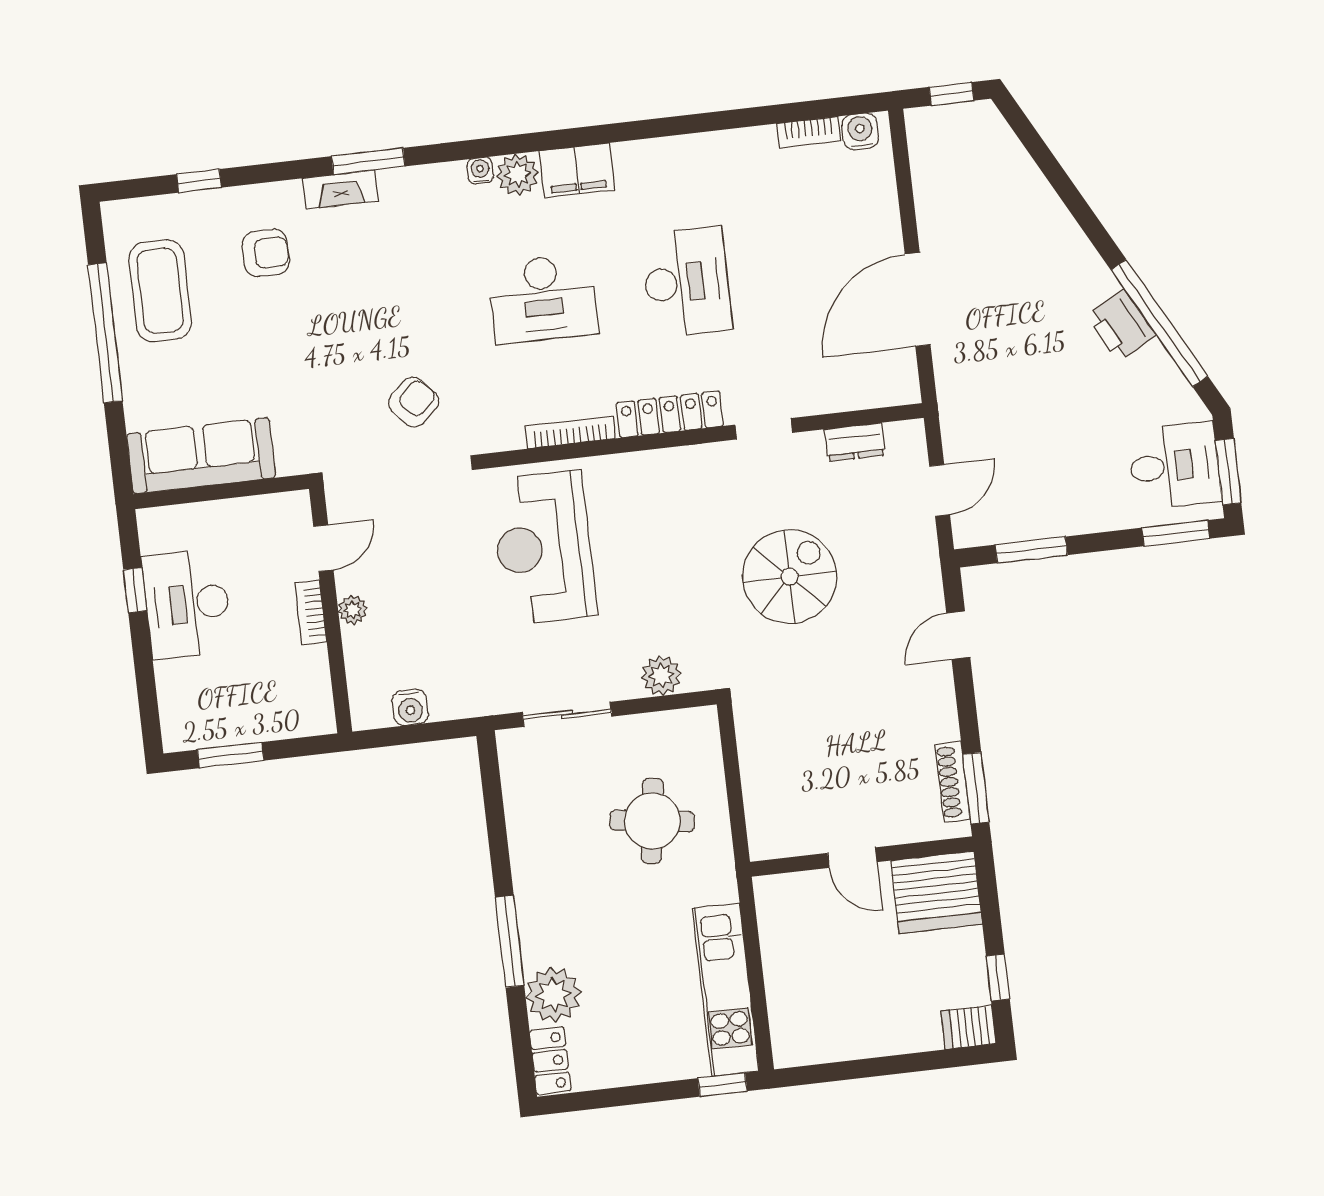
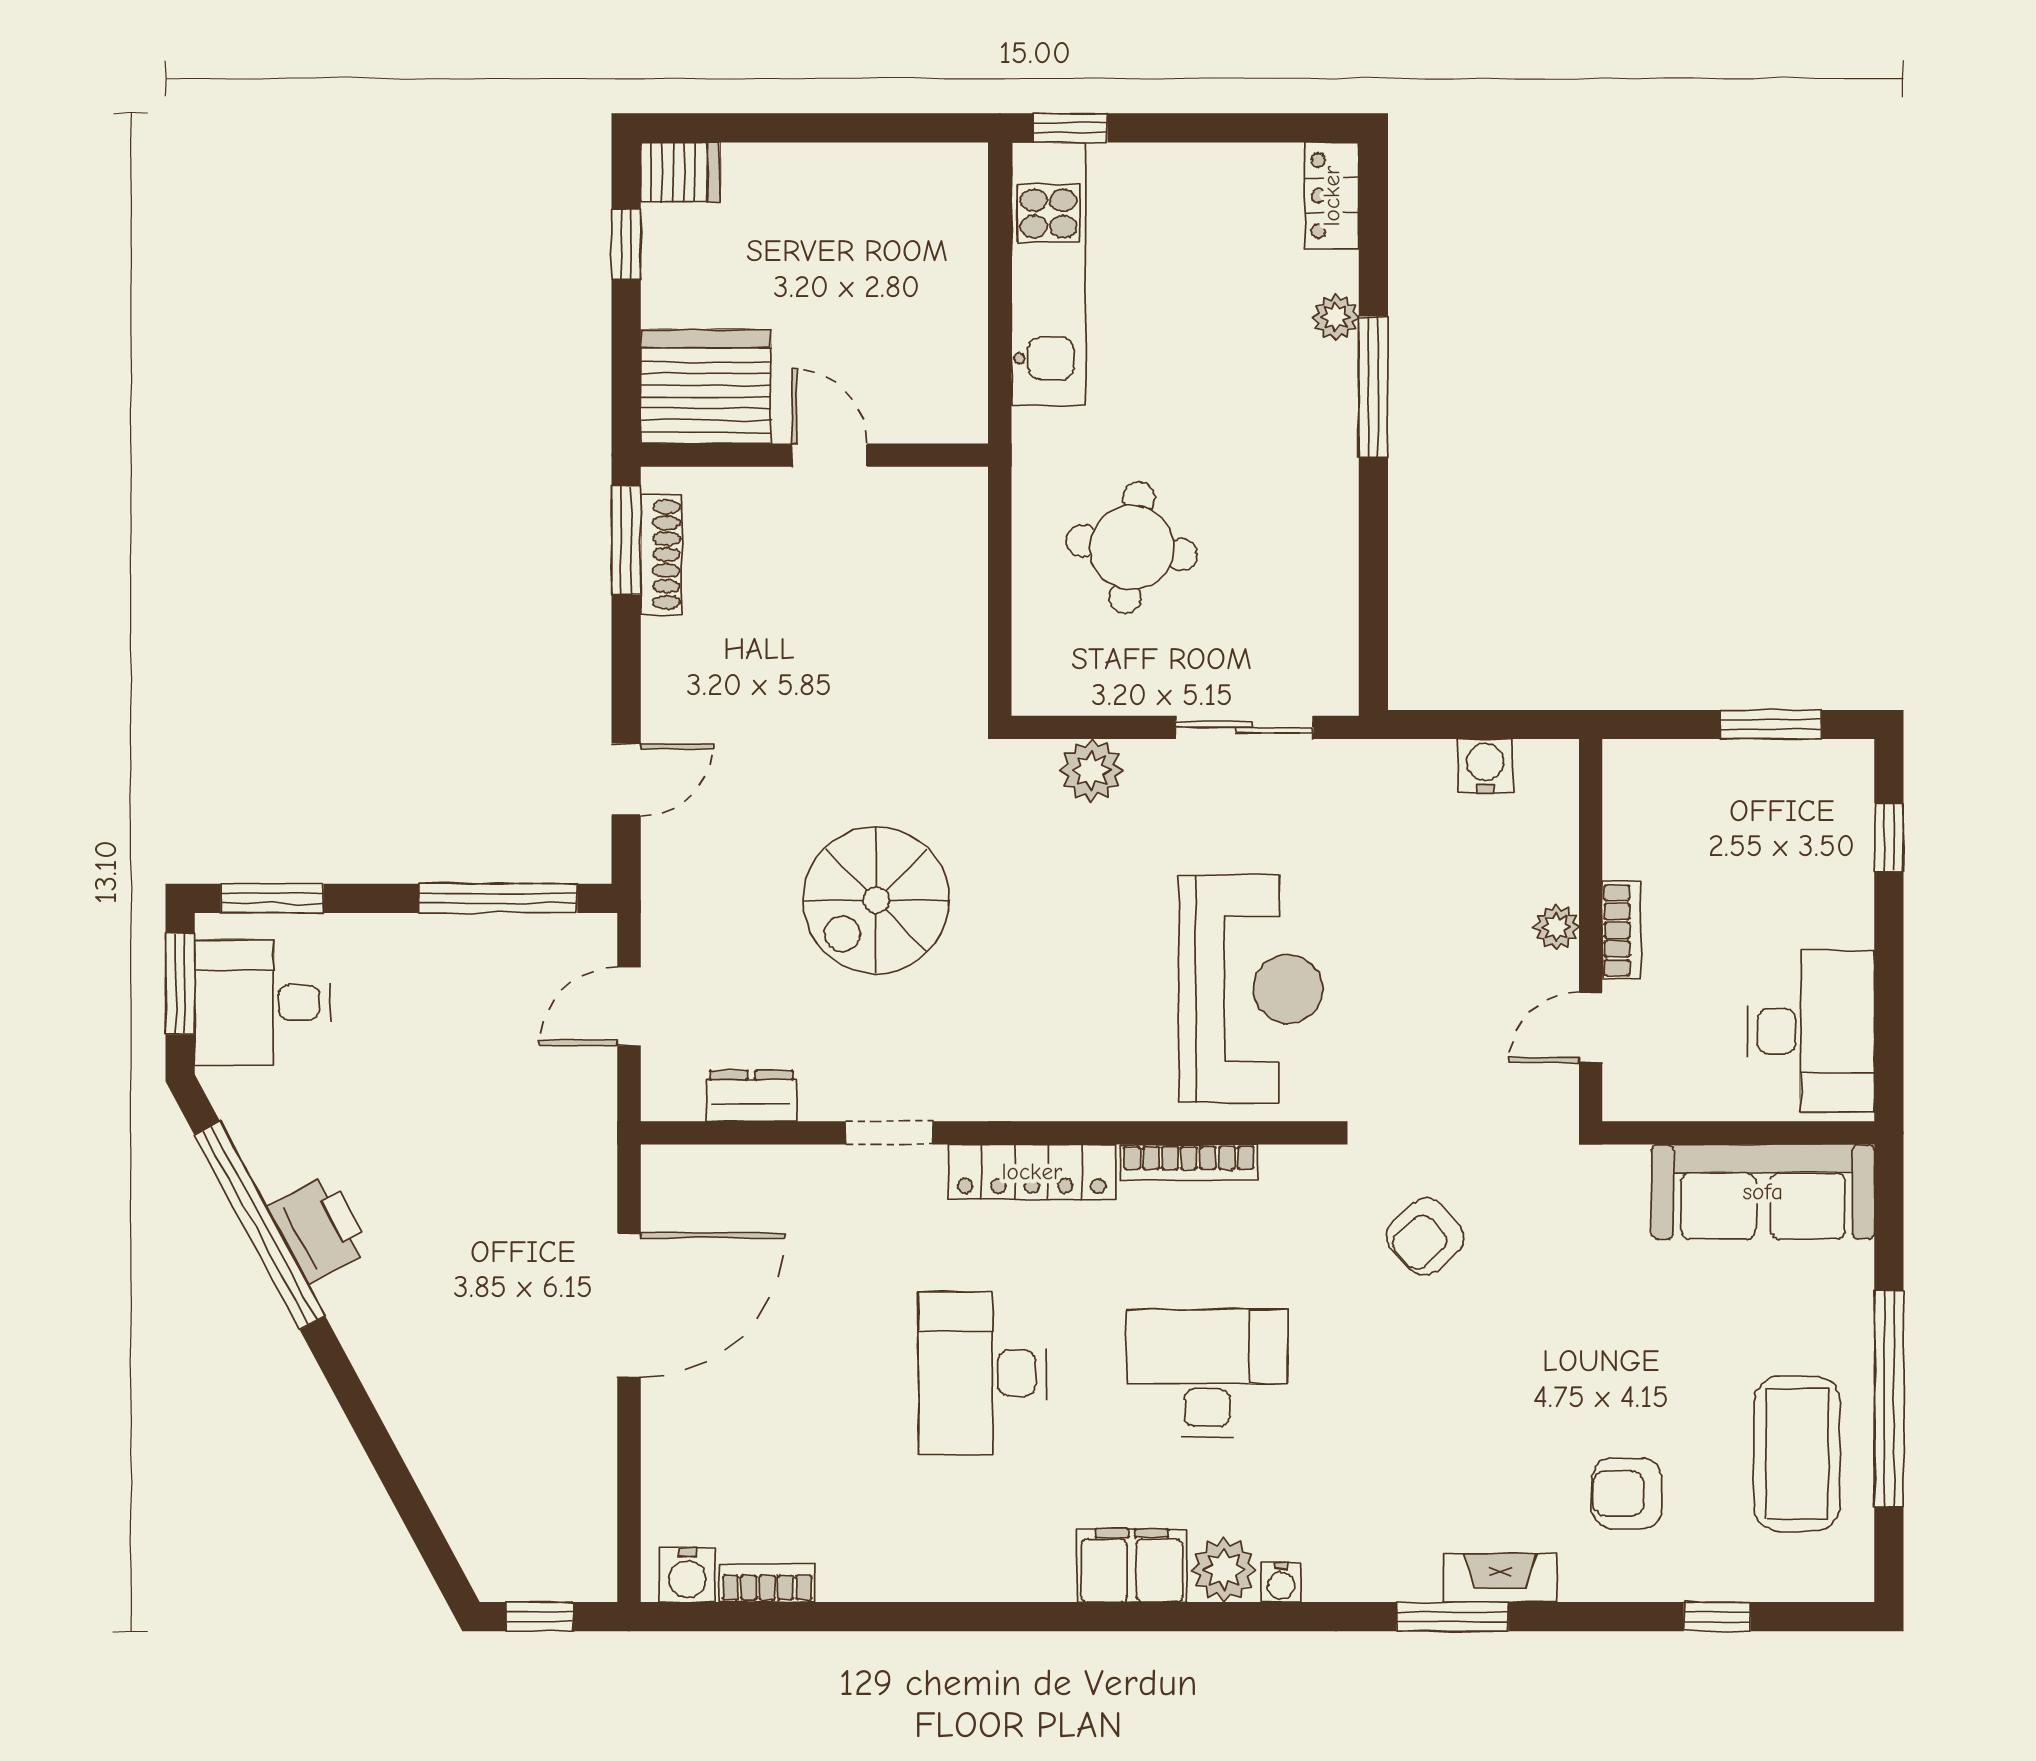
window: (1031, 550) -> (498, 898), width x1.44
window: (135, 590) -> (1889, 837), moved
desk: (187, 604) -> (1811, 1031), moved
plant: (553, 995) -> (1336, 317), width x0.53, depth x0.53

